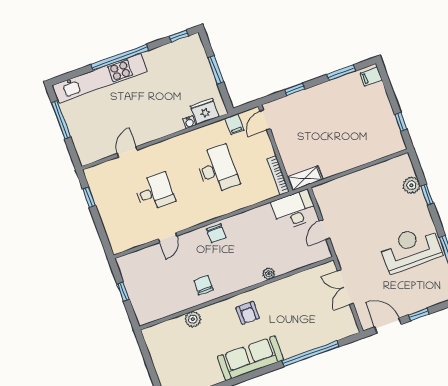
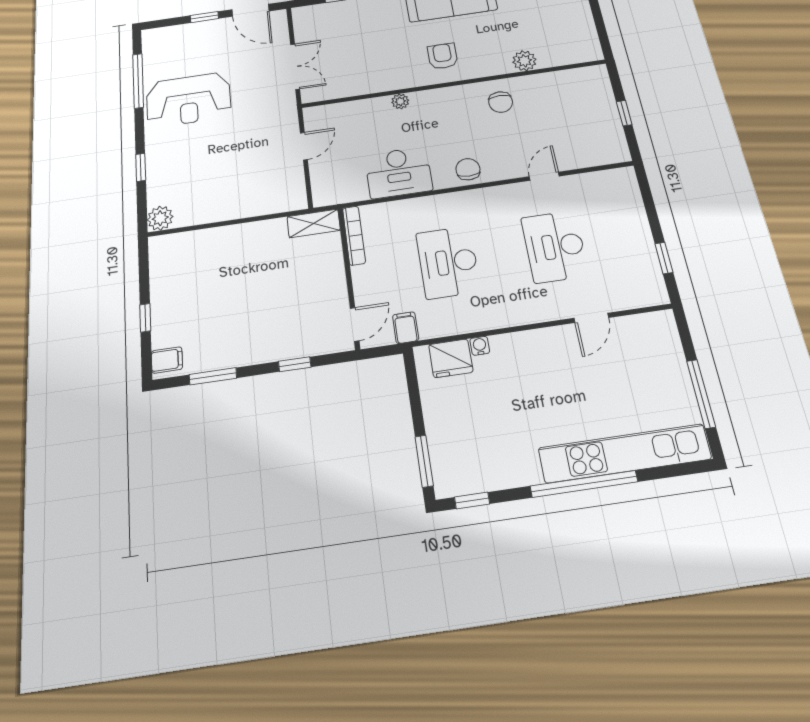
window: (216, 70) -> (424, 461), moved
window: (401, 122) -> (145, 318), moved
plant: (411, 185) -> (160, 218), moved
desk: (155, 192) -> (555, 247), width x1.37
desk: (294, 210) -> (399, 172), moved

